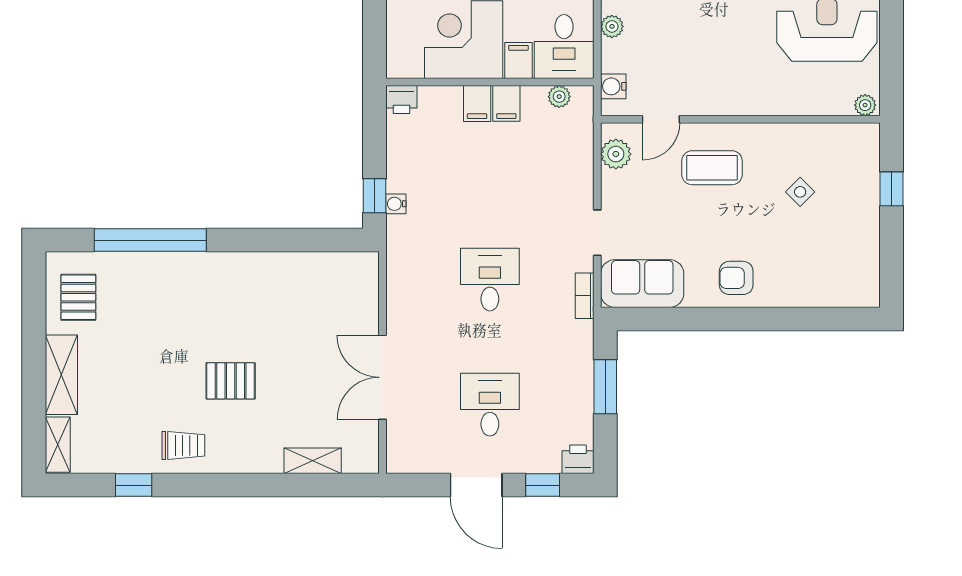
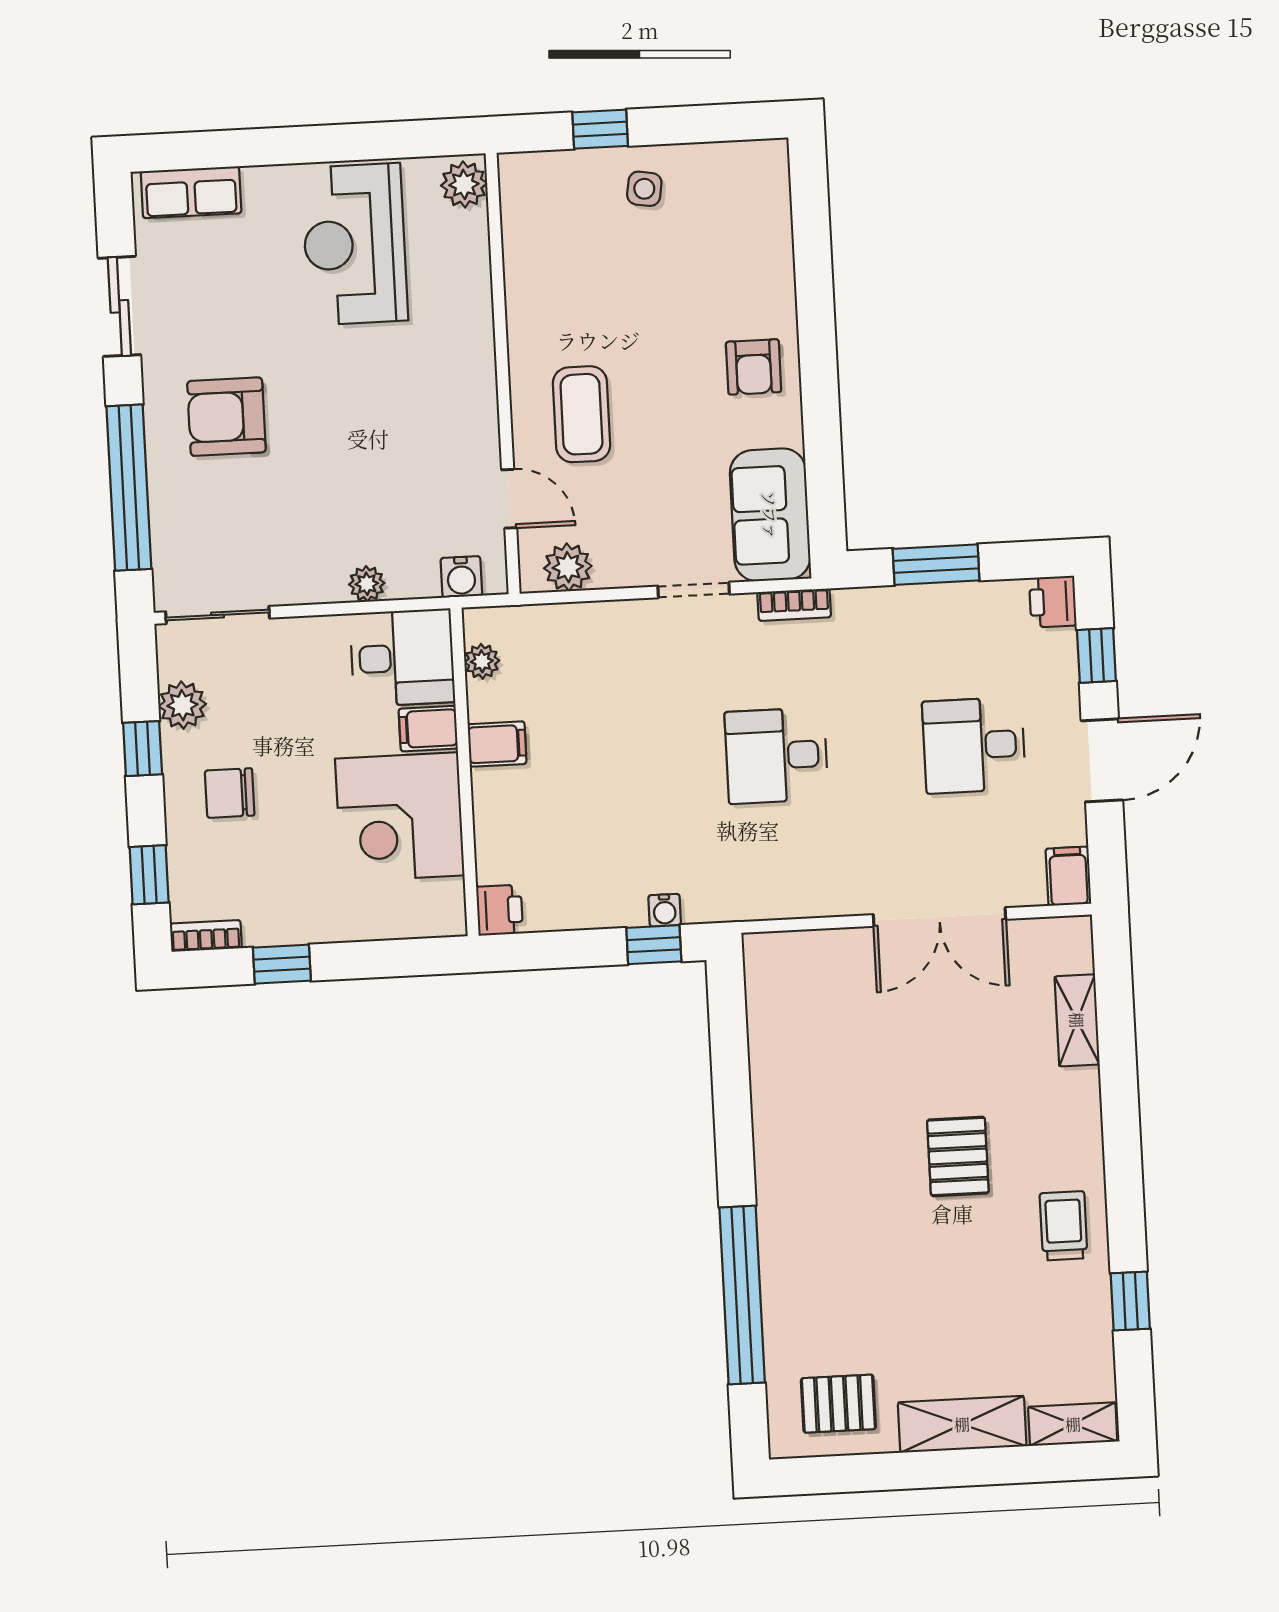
filing cabinet: (477, 104) -> (1068, 876), moved, turned -90
plant: (865, 105) -> (464, 184), width x1.38, depth x1.38
side table: (800, 192) -> (644, 189), moved, turned -36

